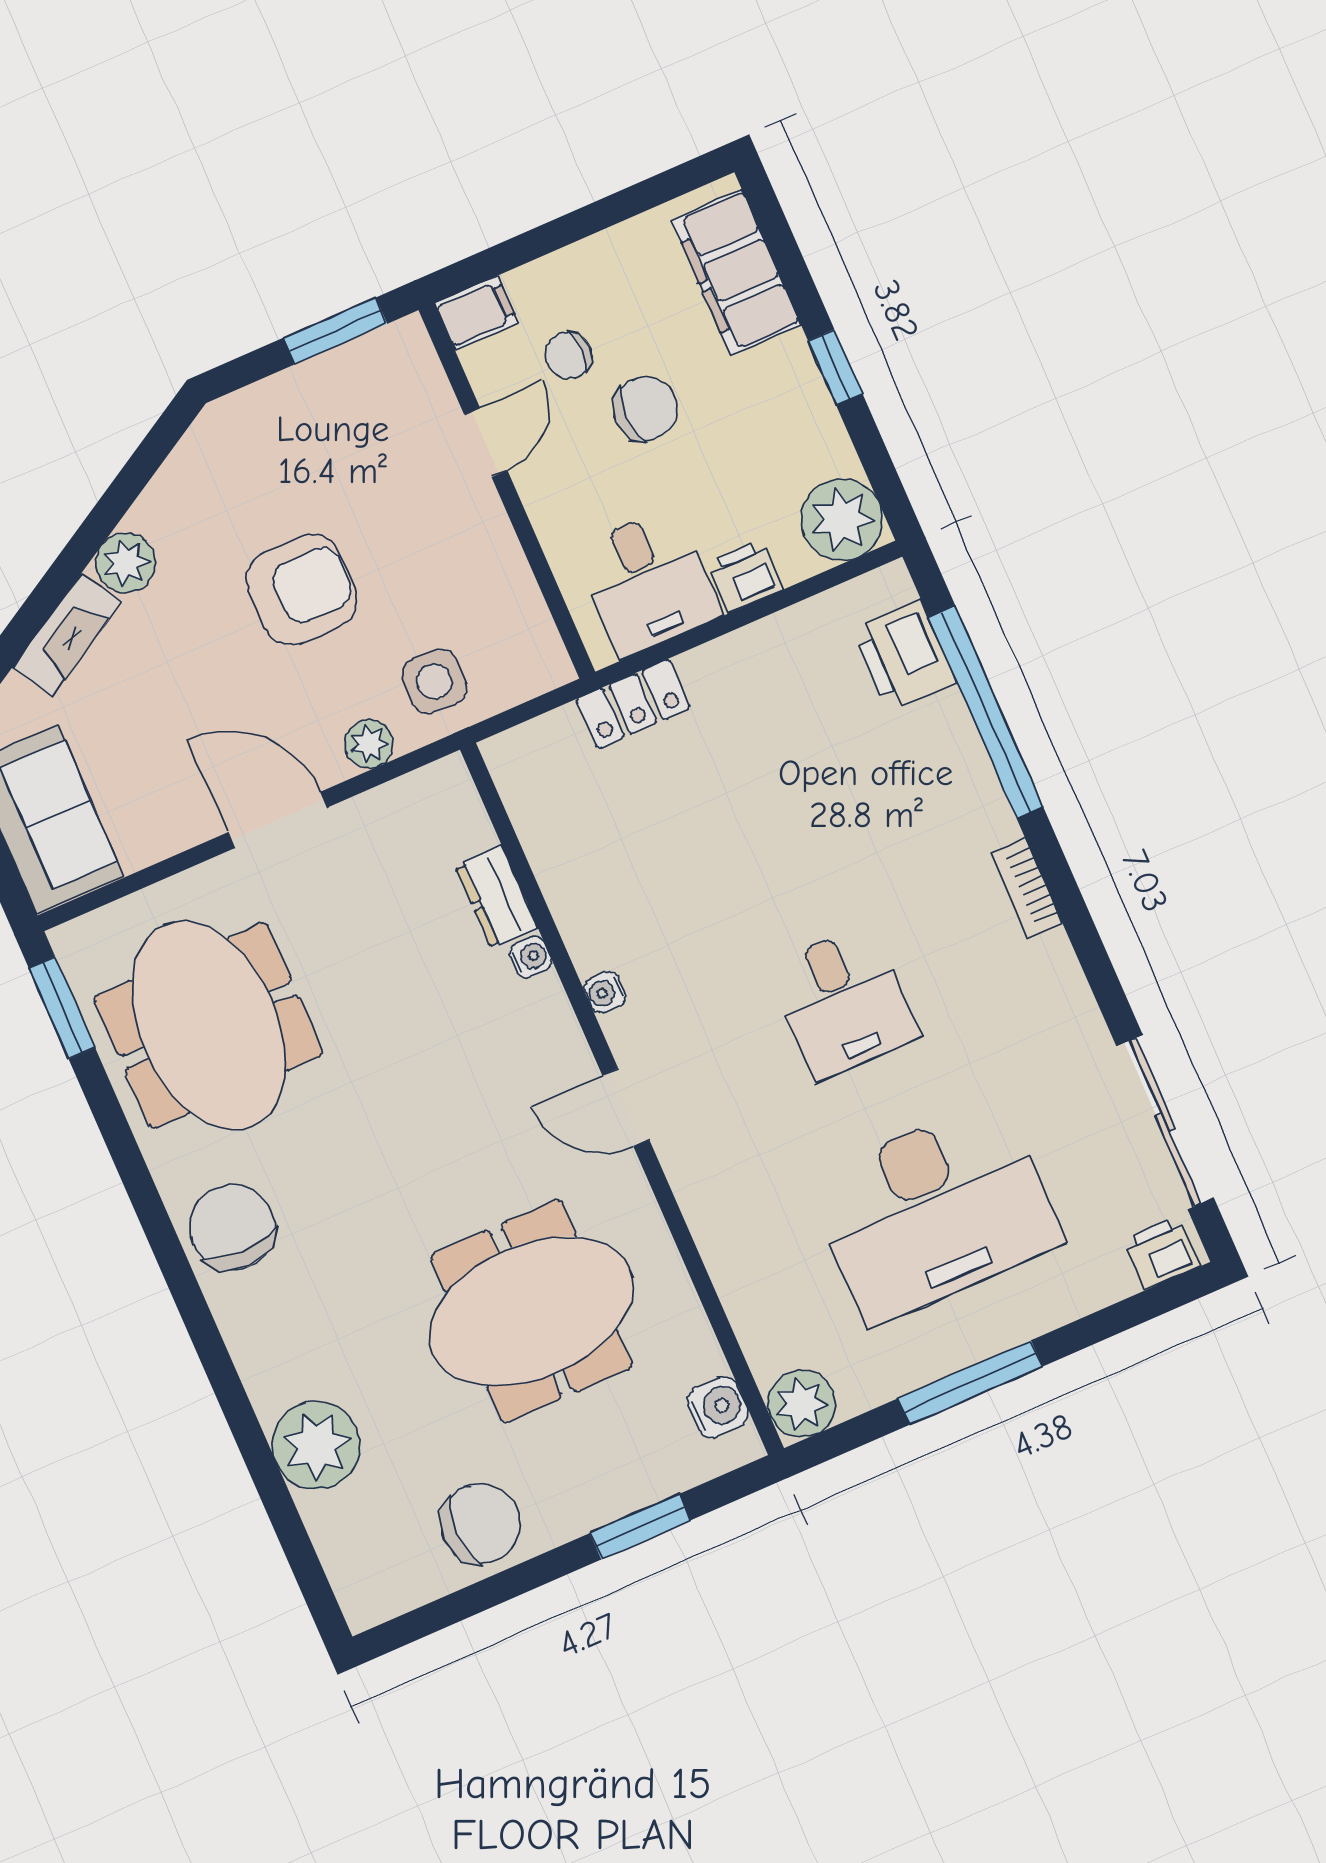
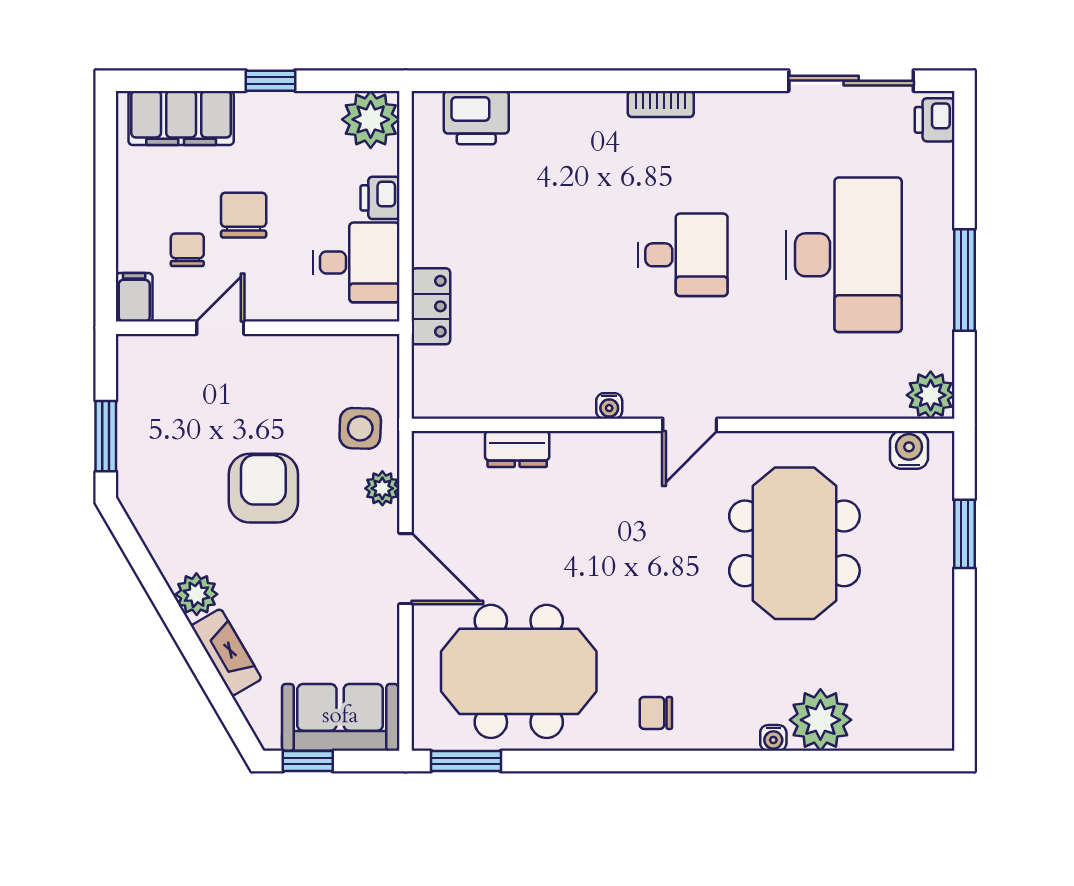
window: (335, 331) -> (106, 436), moved
chair: (568, 355) -> (187, 250), turned 180
door: (486, 442) -> (220, 328), hinge flipped
window: (986, 712) -> (536, 81), removed
door: (278, 820) -> (405, 569), swing flipped
water cooler: (531, 957) -> (773, 738), moved, turned 180
chair: (232, 1227) -> (656, 713), width x0.54, depth x0.54
chair: (480, 1524) -> (917, 636), removed

